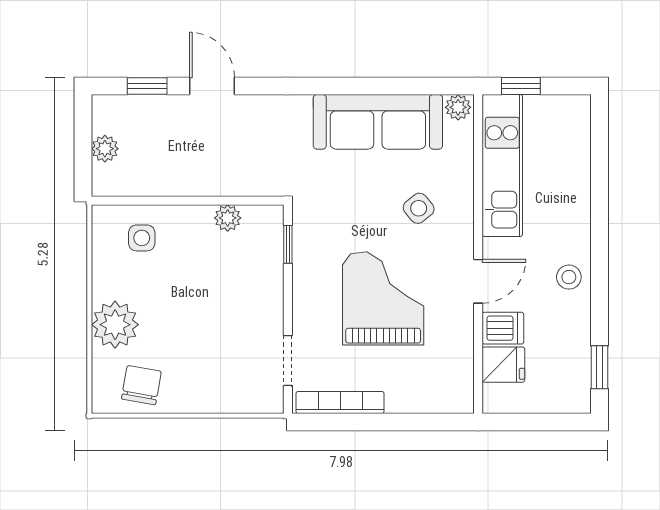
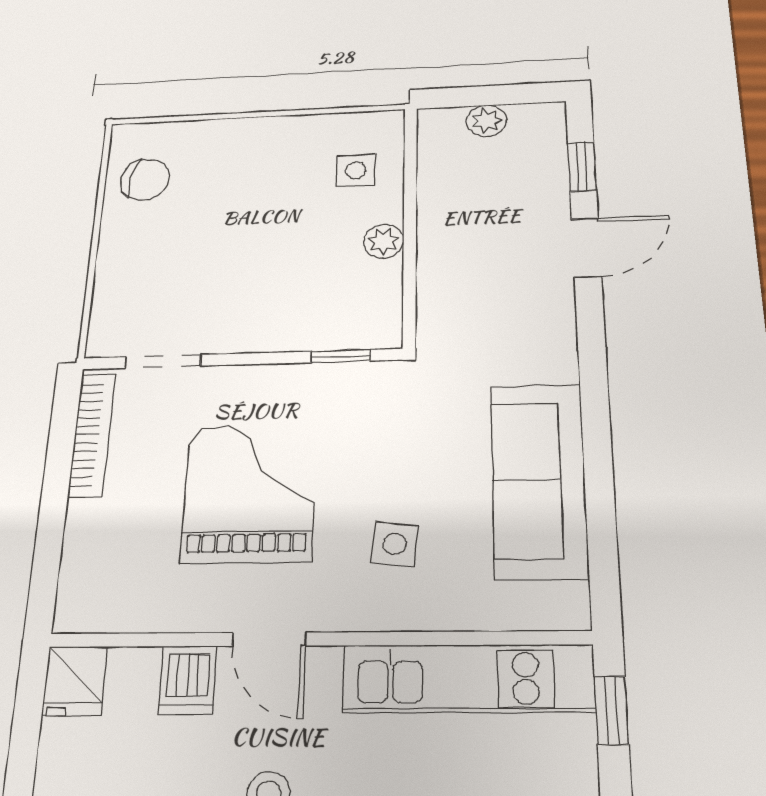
plant: (458, 107) -> (568, 605), removed
side table: (419, 208) -> (395, 544), turned 45
plant: (228, 218) -> (384, 241), moved
grand piano: (383, 298) -> (249, 493), turned -90
plant: (115, 325) -> (233, 145), removed
fridge: (503, 365) -> (75, 681), moved

